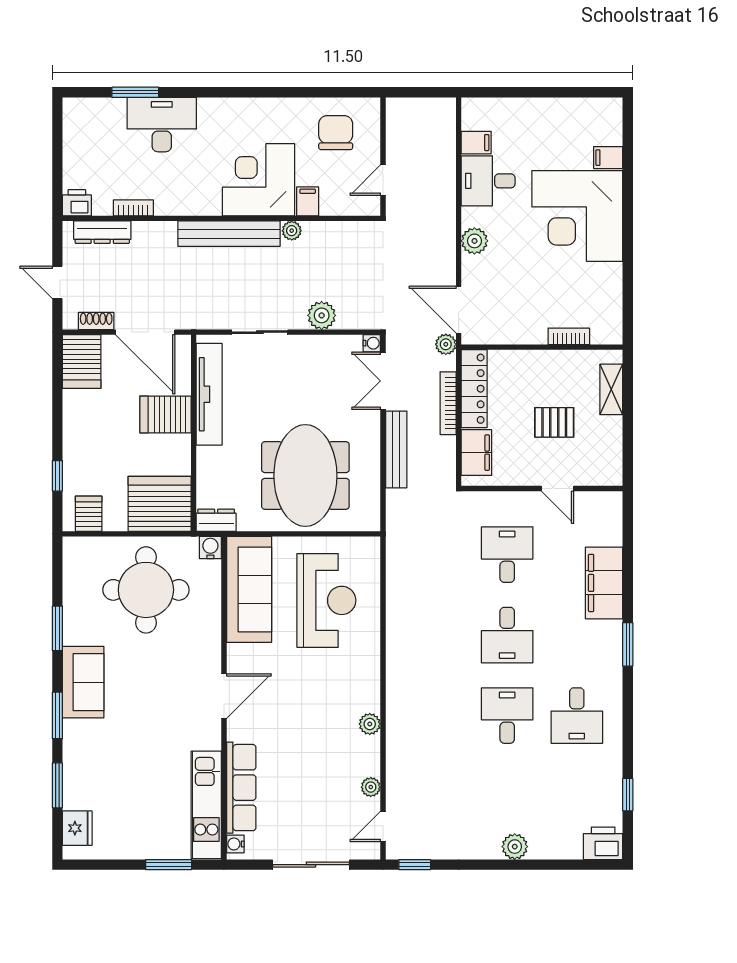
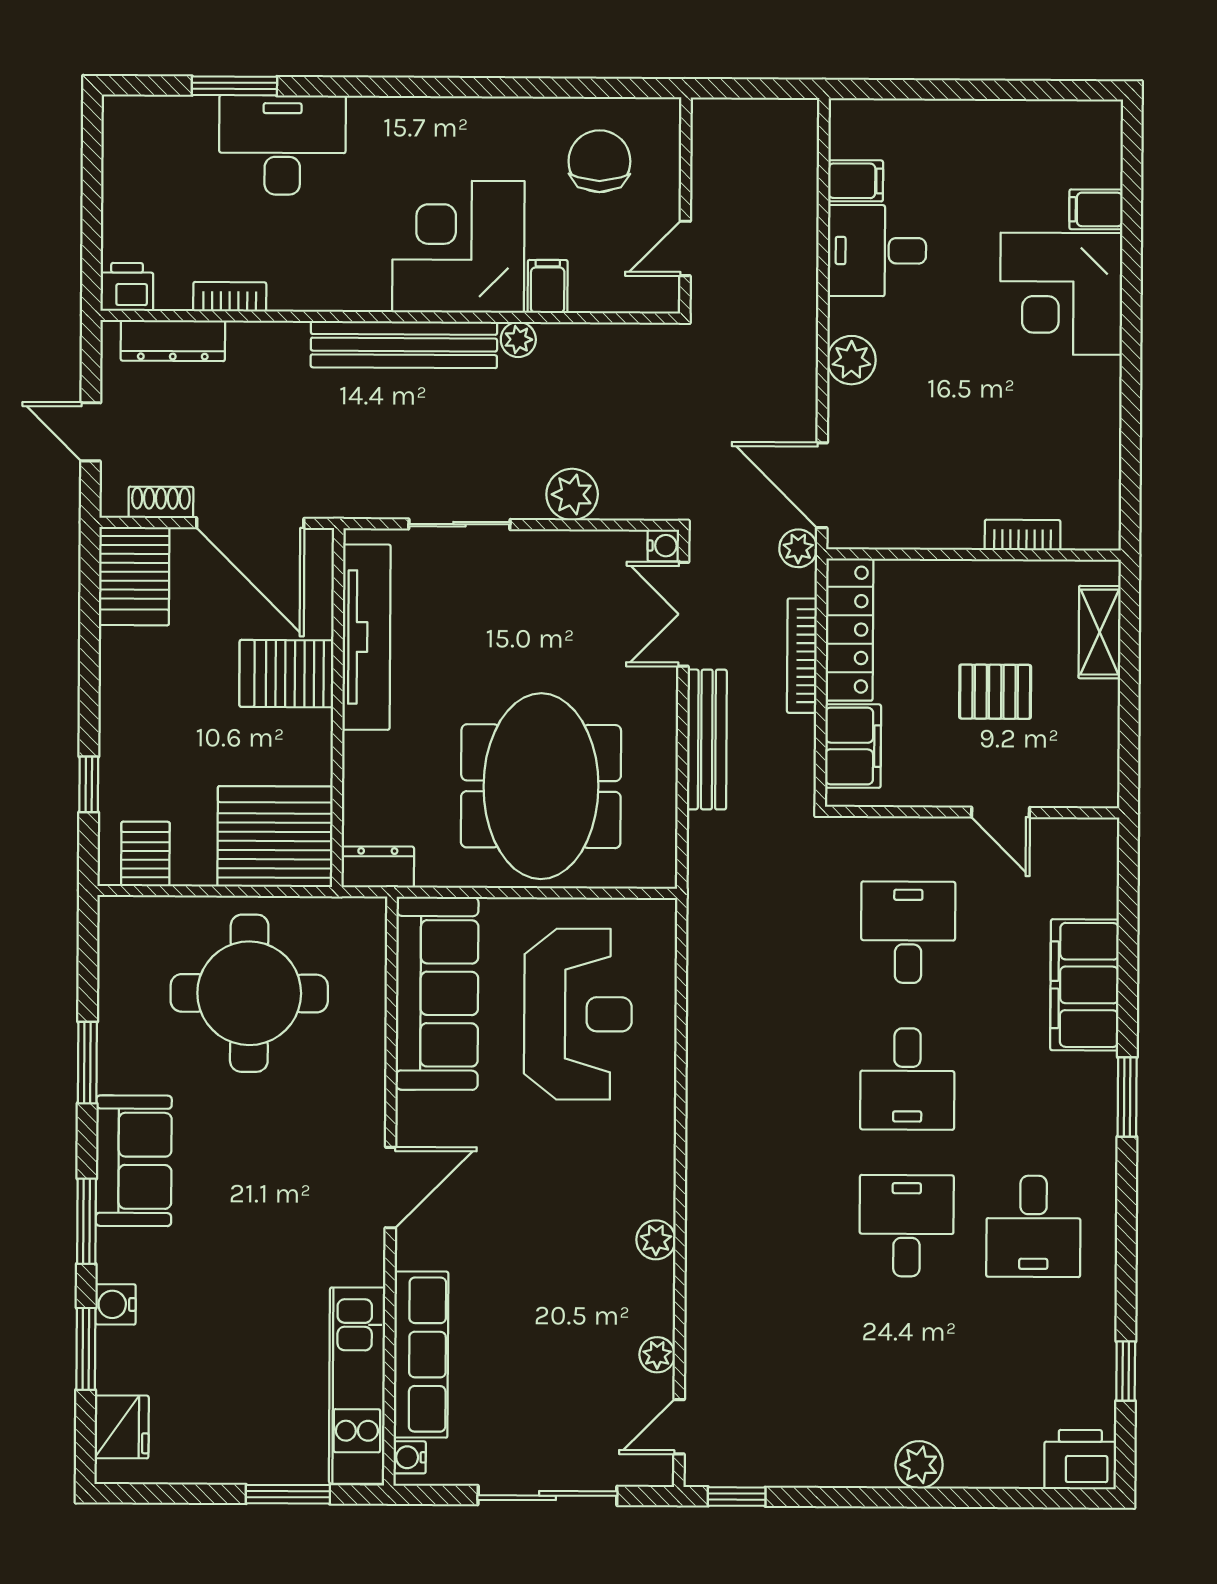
corner desk: (577, 216) -> (1061, 294), width x0.74, depth x0.74
water cooler: (210, 548) -> (115, 1304), moved, turned -90

